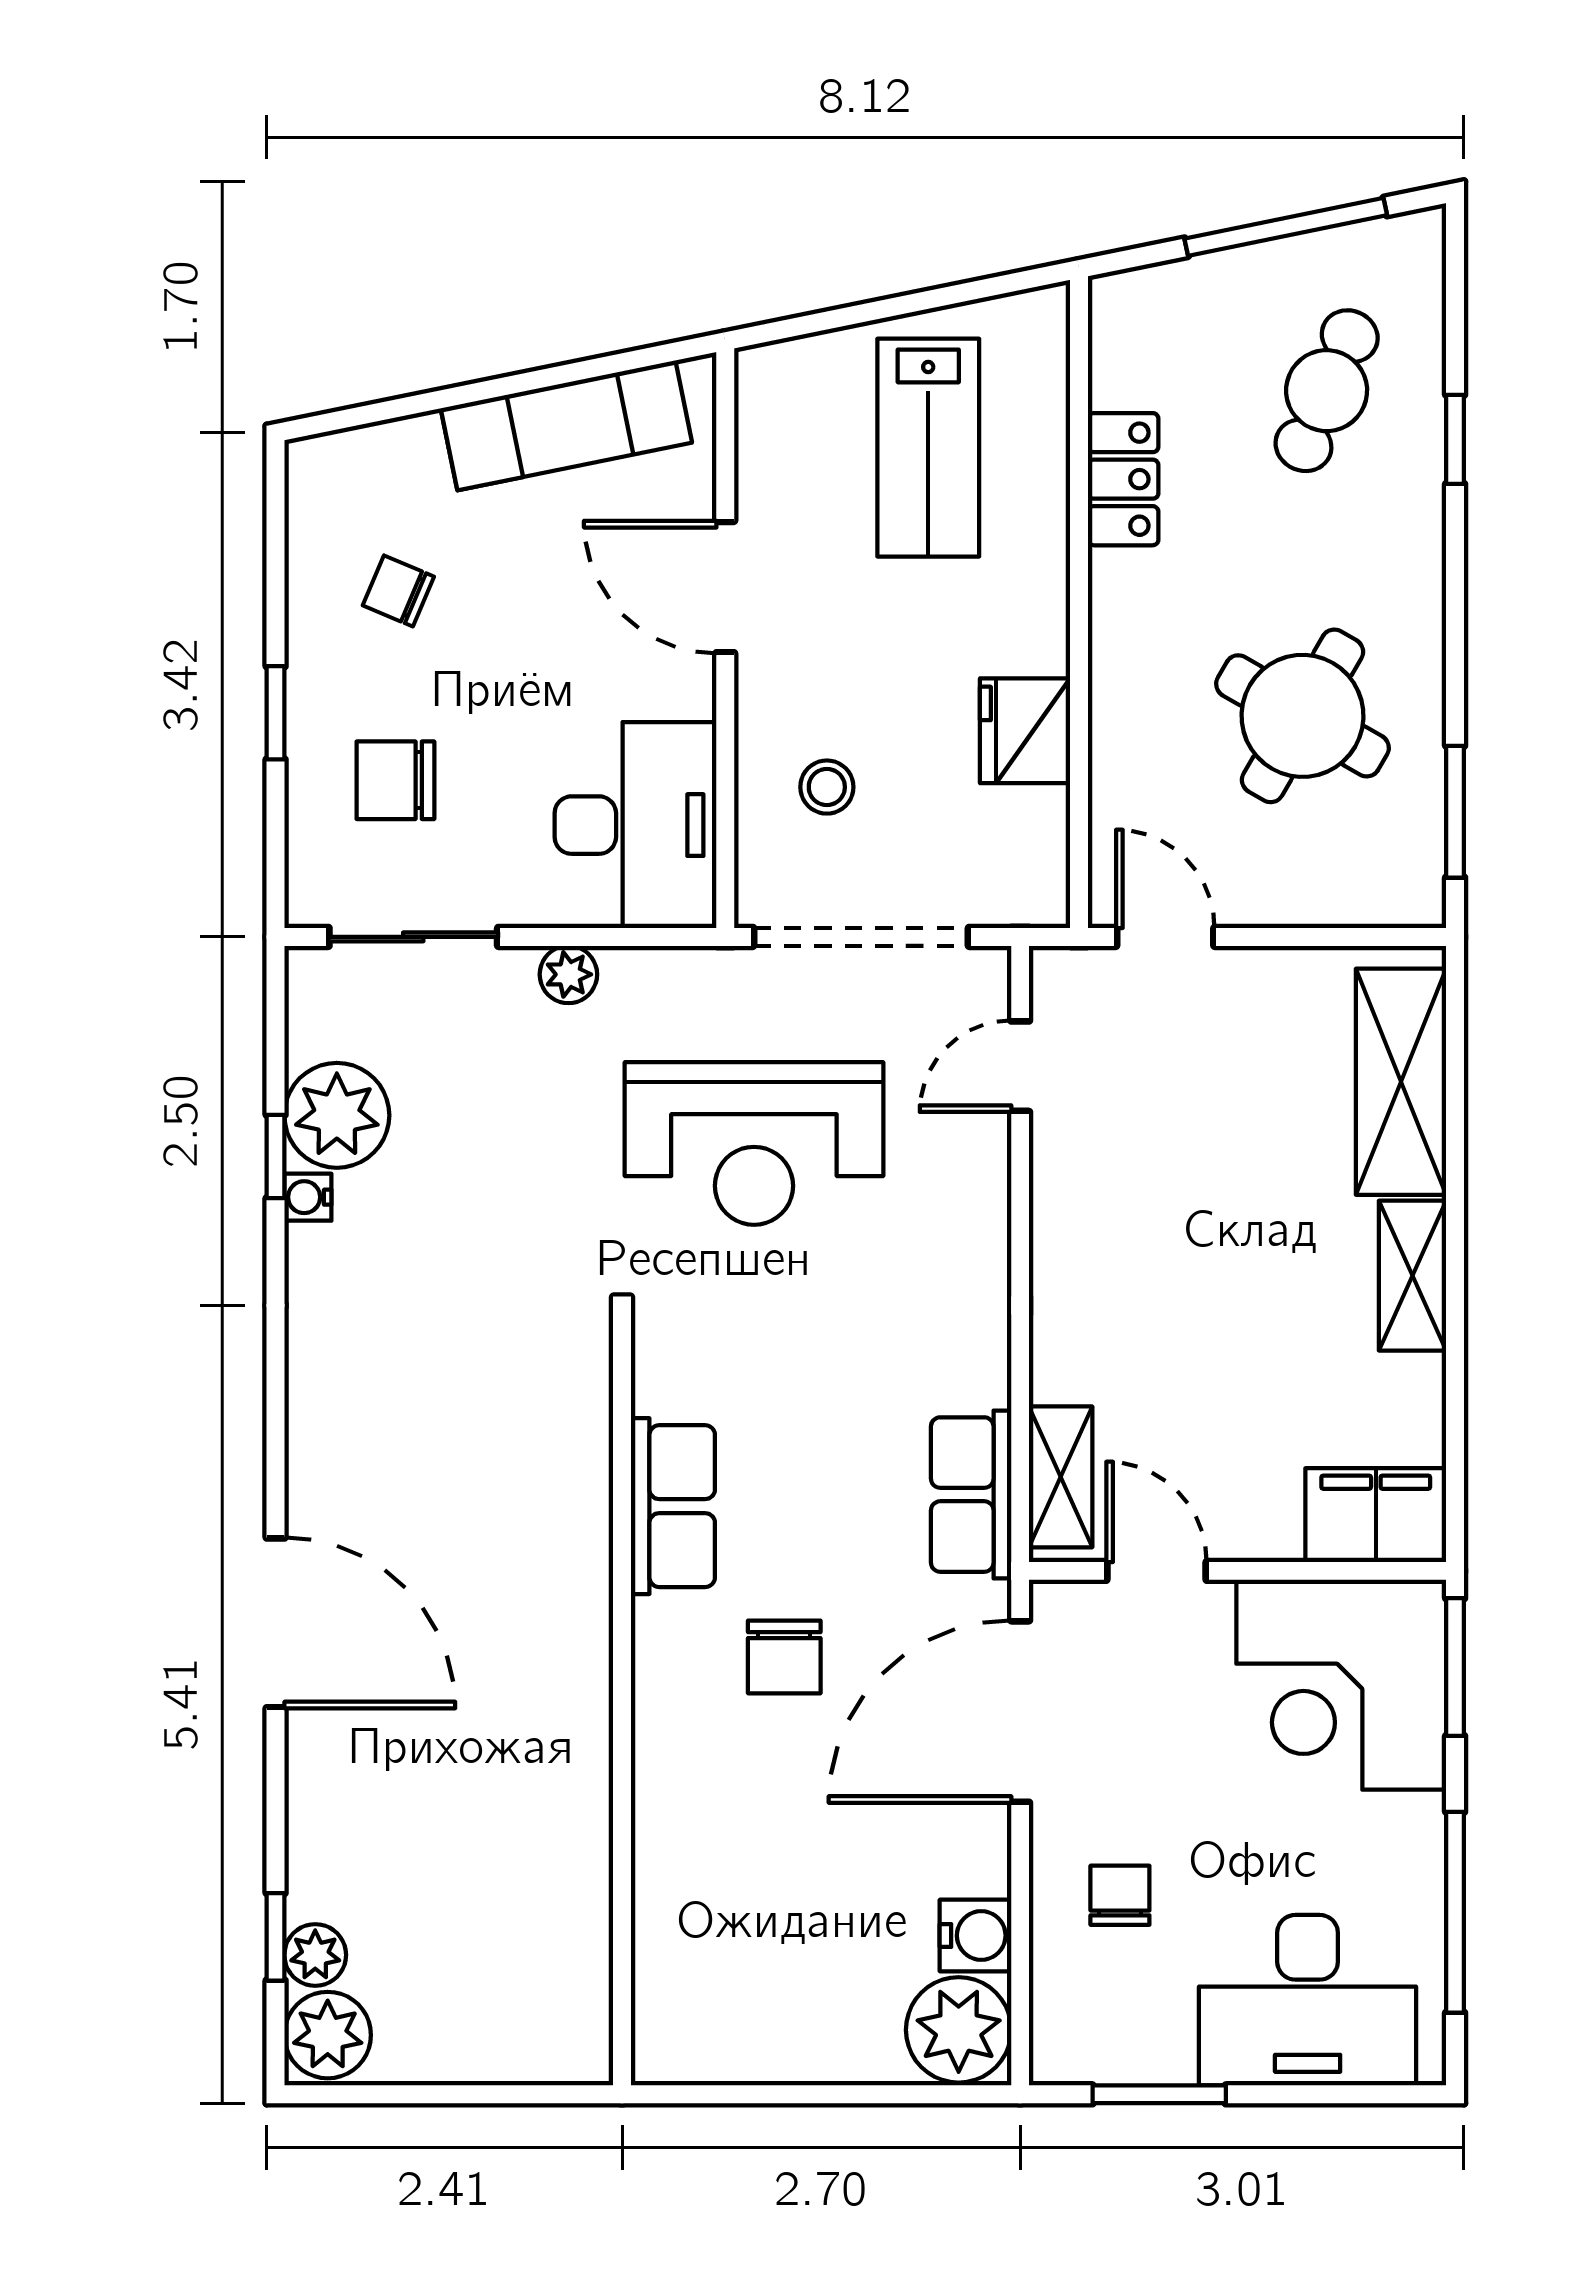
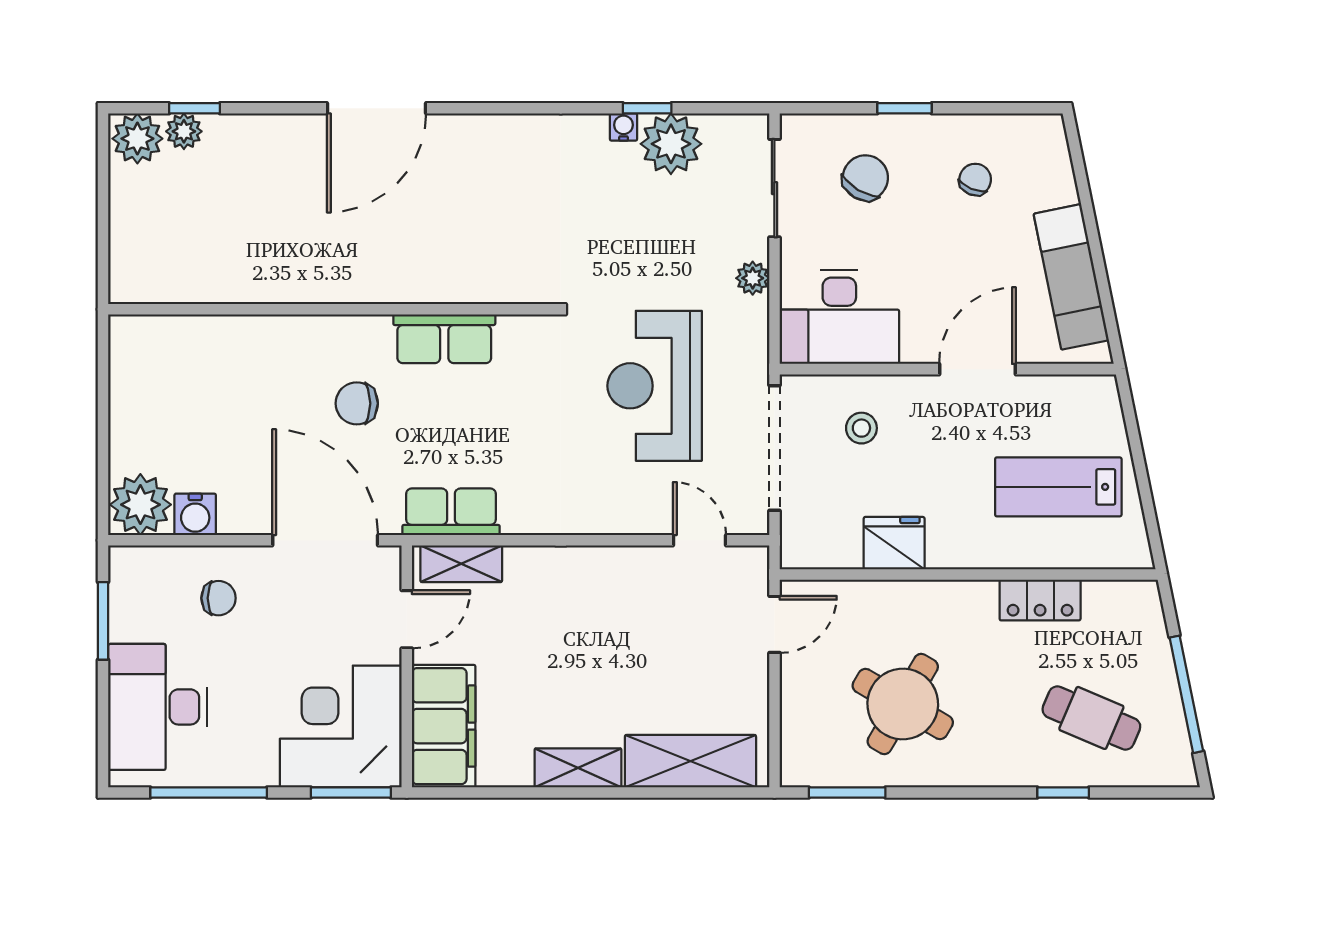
chair: (395, 780) -> (865, 178), turned 31
filing cabinet: (1376, 1515) -> (444, 726), width x1.50, depth x1.17

